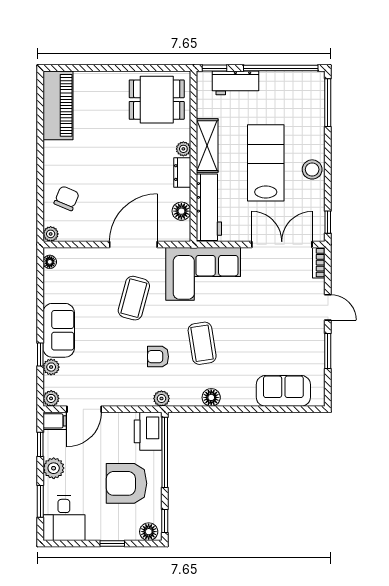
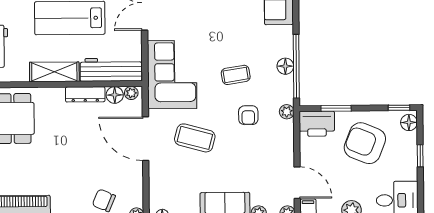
plant: (183, 149) -> (131, 93), moved
dresser: (182, 173) -> (85, 94), width x1.44
coffee table: (202, 343) -> (236, 75), width x0.73, depth x0.77
window: (211, 409) -> (296, 66), added
window: (165, 452) -> (336, 108), width x0.47
armchair: (126, 483) -> (365, 143), turned 112

